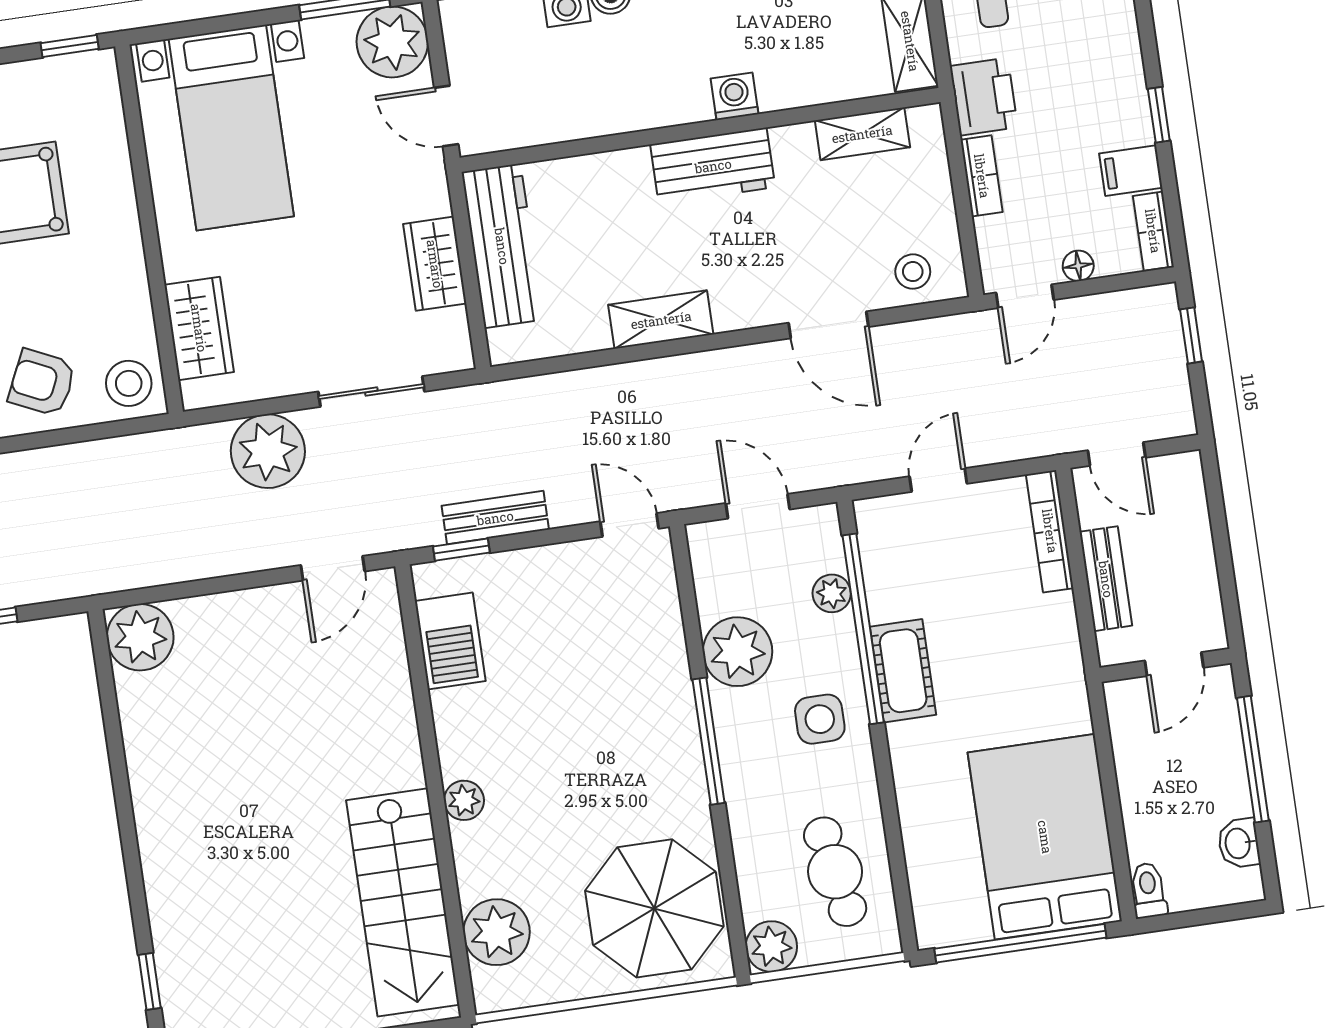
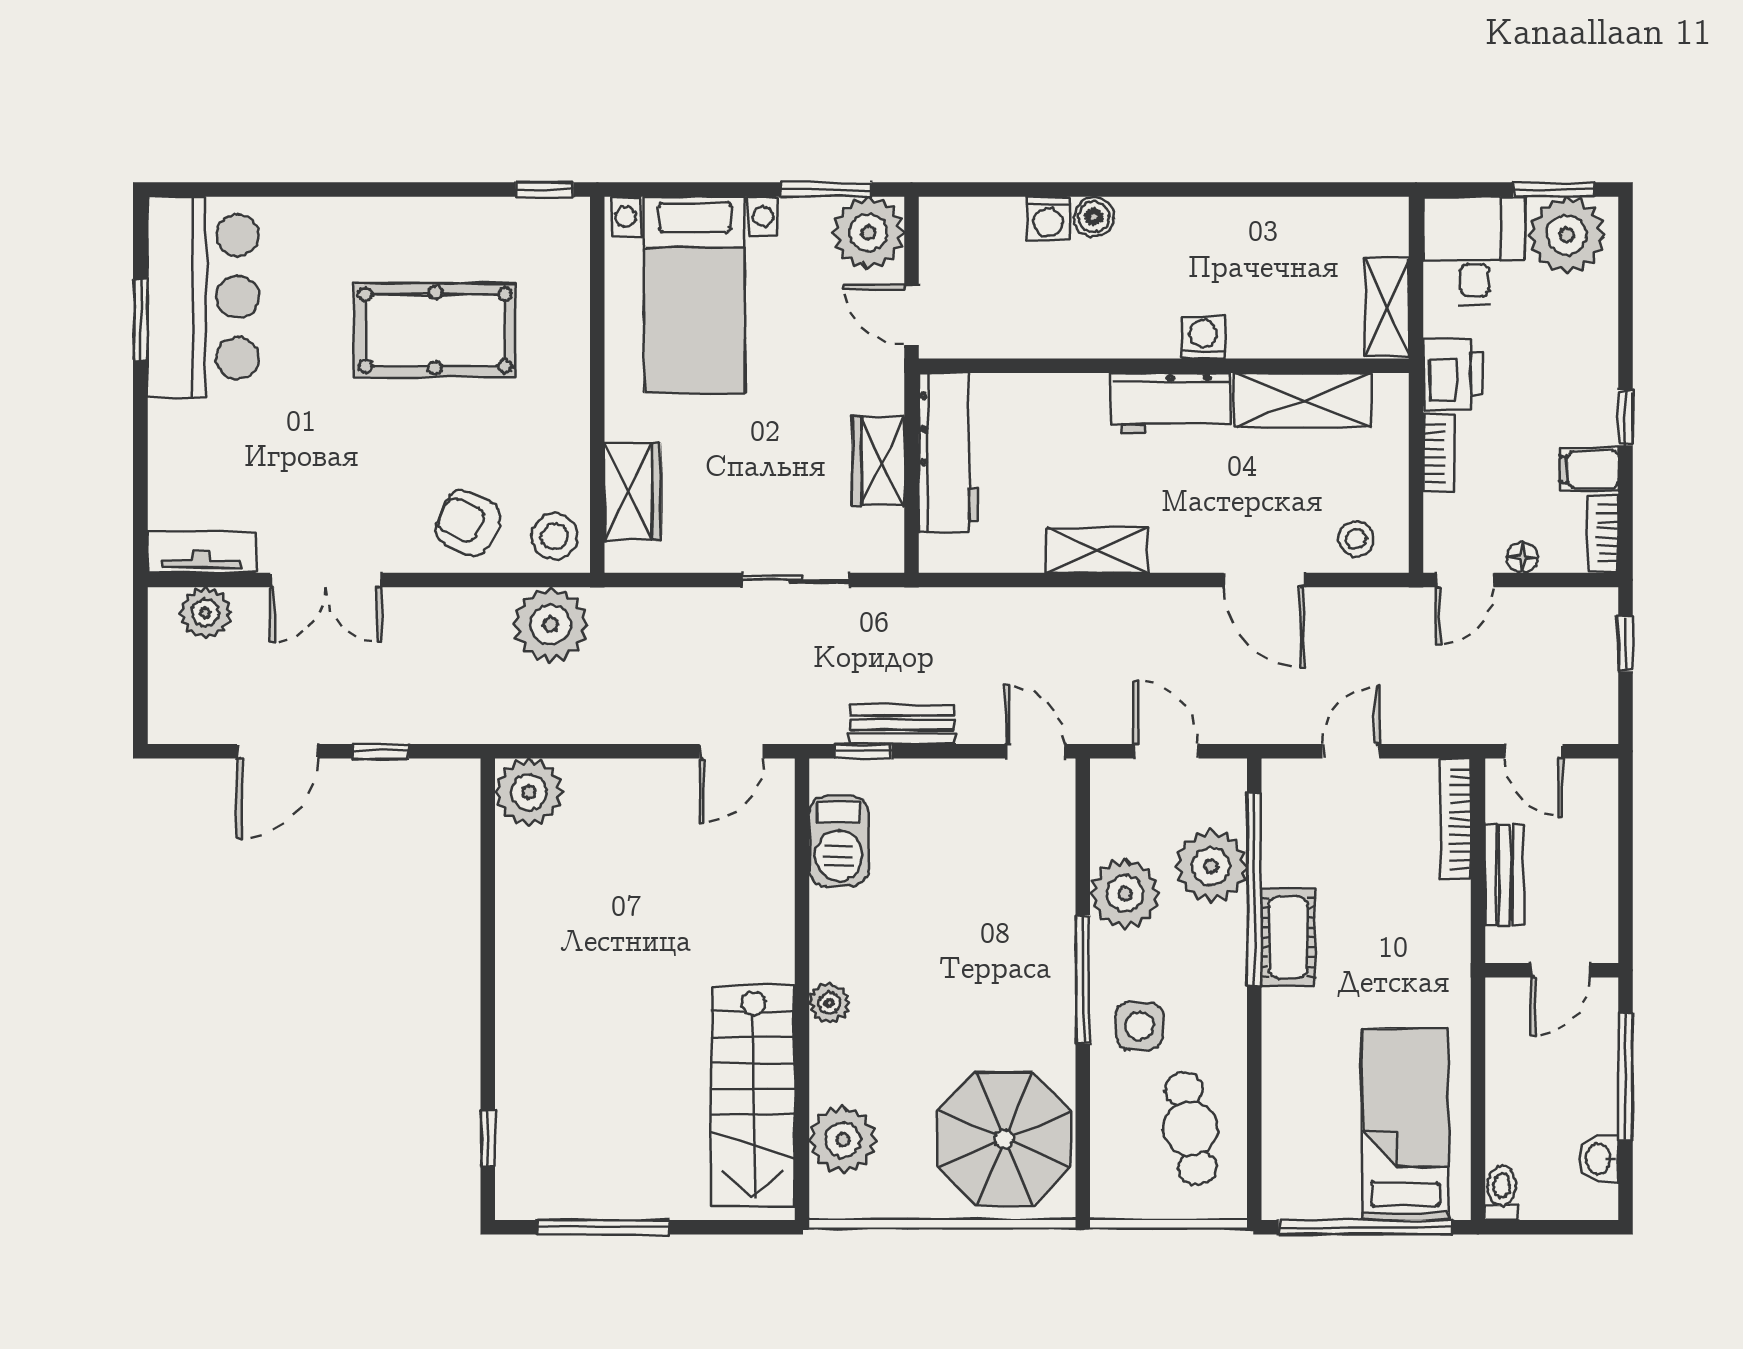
shelving: (862, 134) -> (1303, 400), width x1.50, depth x1.33
plant: (268, 451) -> (551, 624), moved
plant: (832, 593) -> (1211, 866), width x1.88, depth x1.88
side table: (820, 719) -> (1139, 1026), moved
bed: (1045, 837) -> (1405, 1124), width x0.67
plant: (771, 947) -> (1116, 1194), removed

